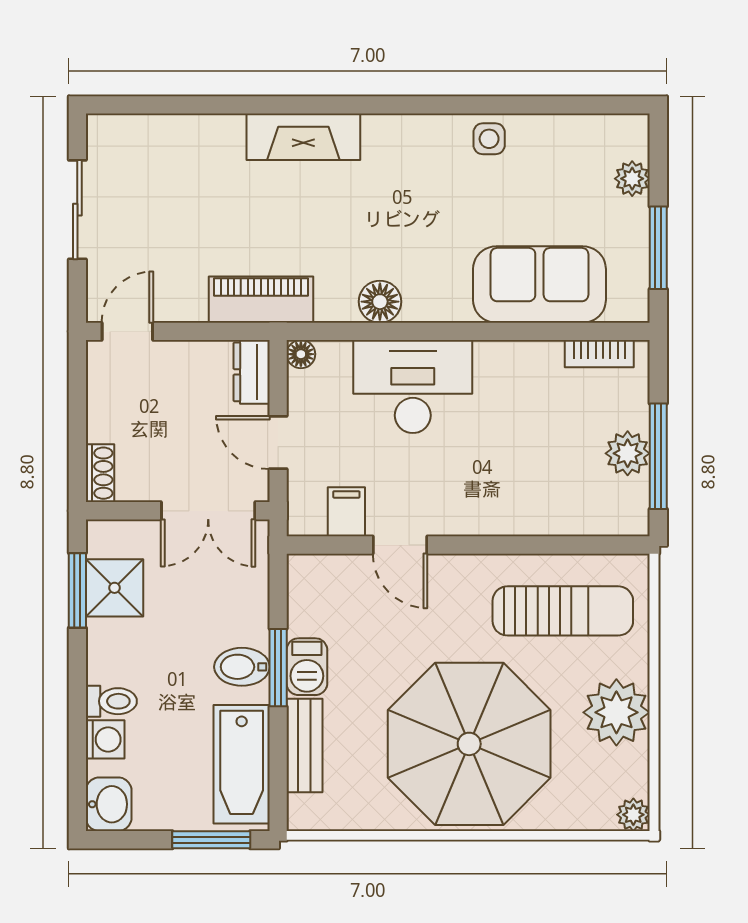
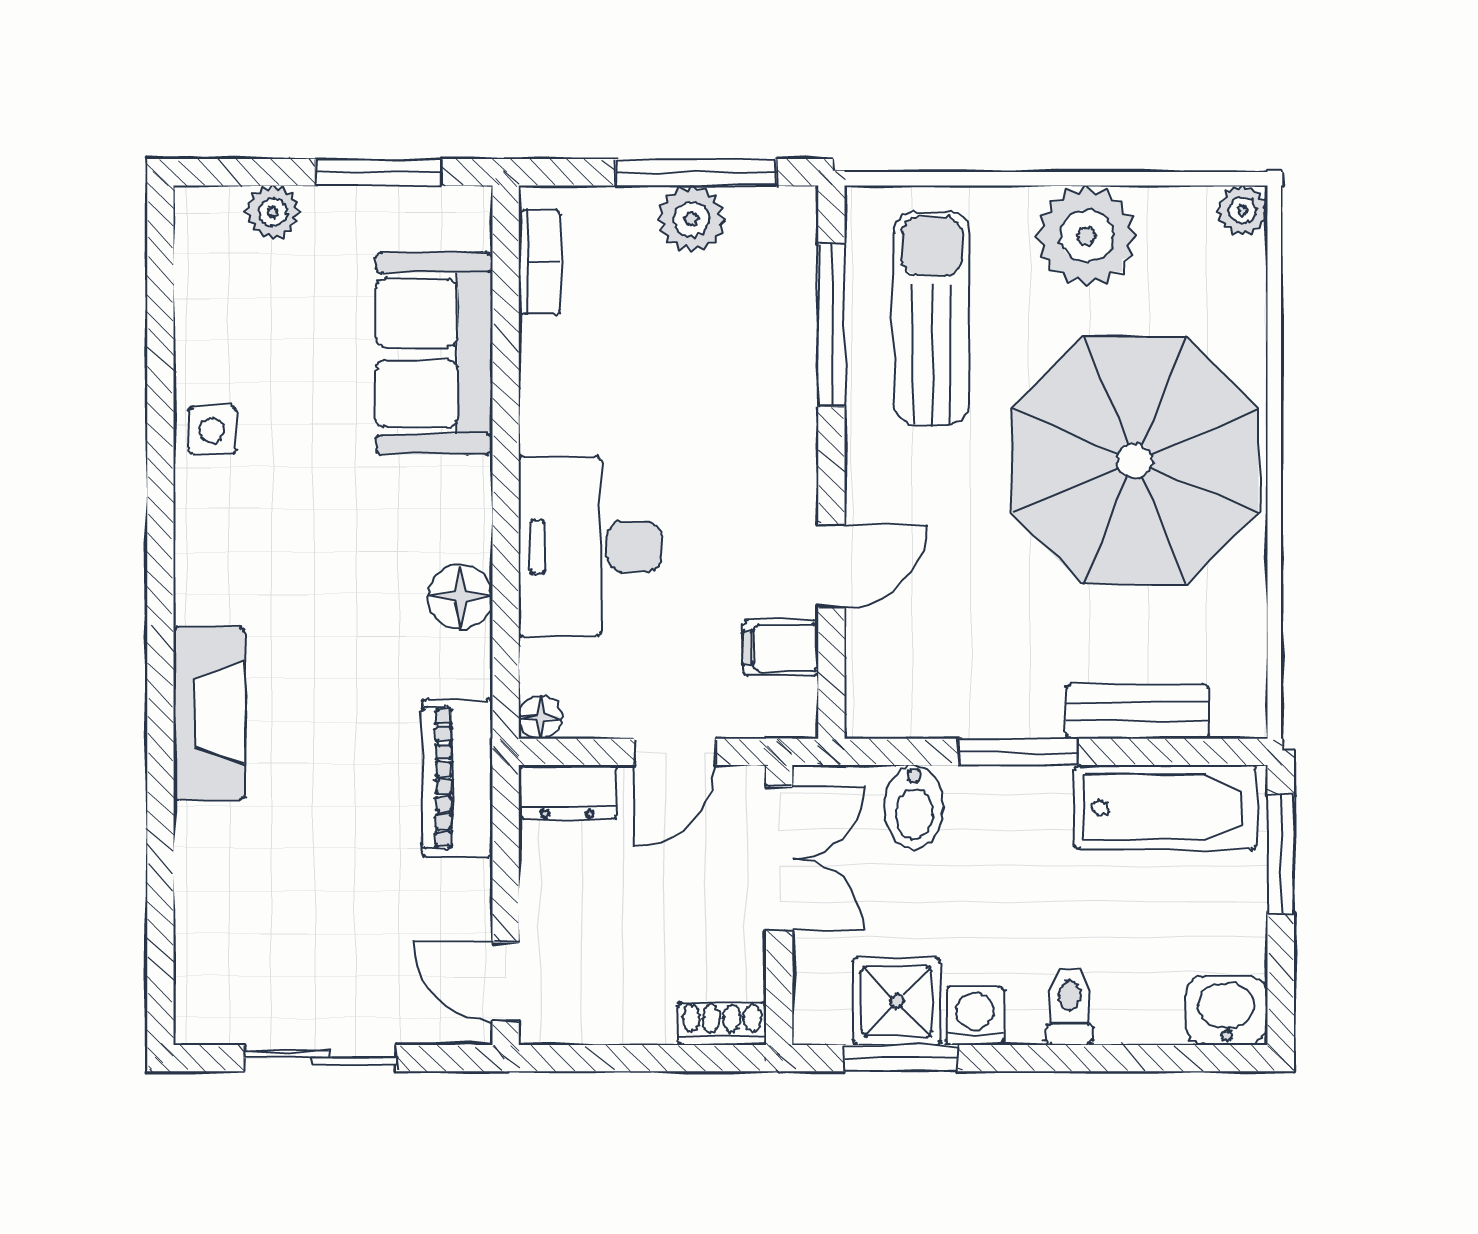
window: (558, 545) -> (831, 325), added
bidet: (242, 667) -> (914, 807), moved
barbecue: (307, 667) -> (1017, 708), removed
washing machine: (105, 739) -> (975, 1016), moved

